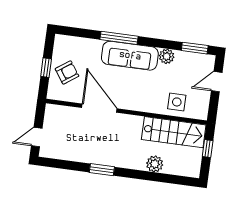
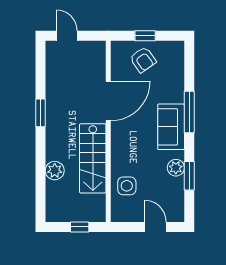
window: (195, 48) -> (189, 176), moved
sofa: (130, 56) -> (171, 127), width x0.73
stairs: (174, 132) -> (93, 158), moved

